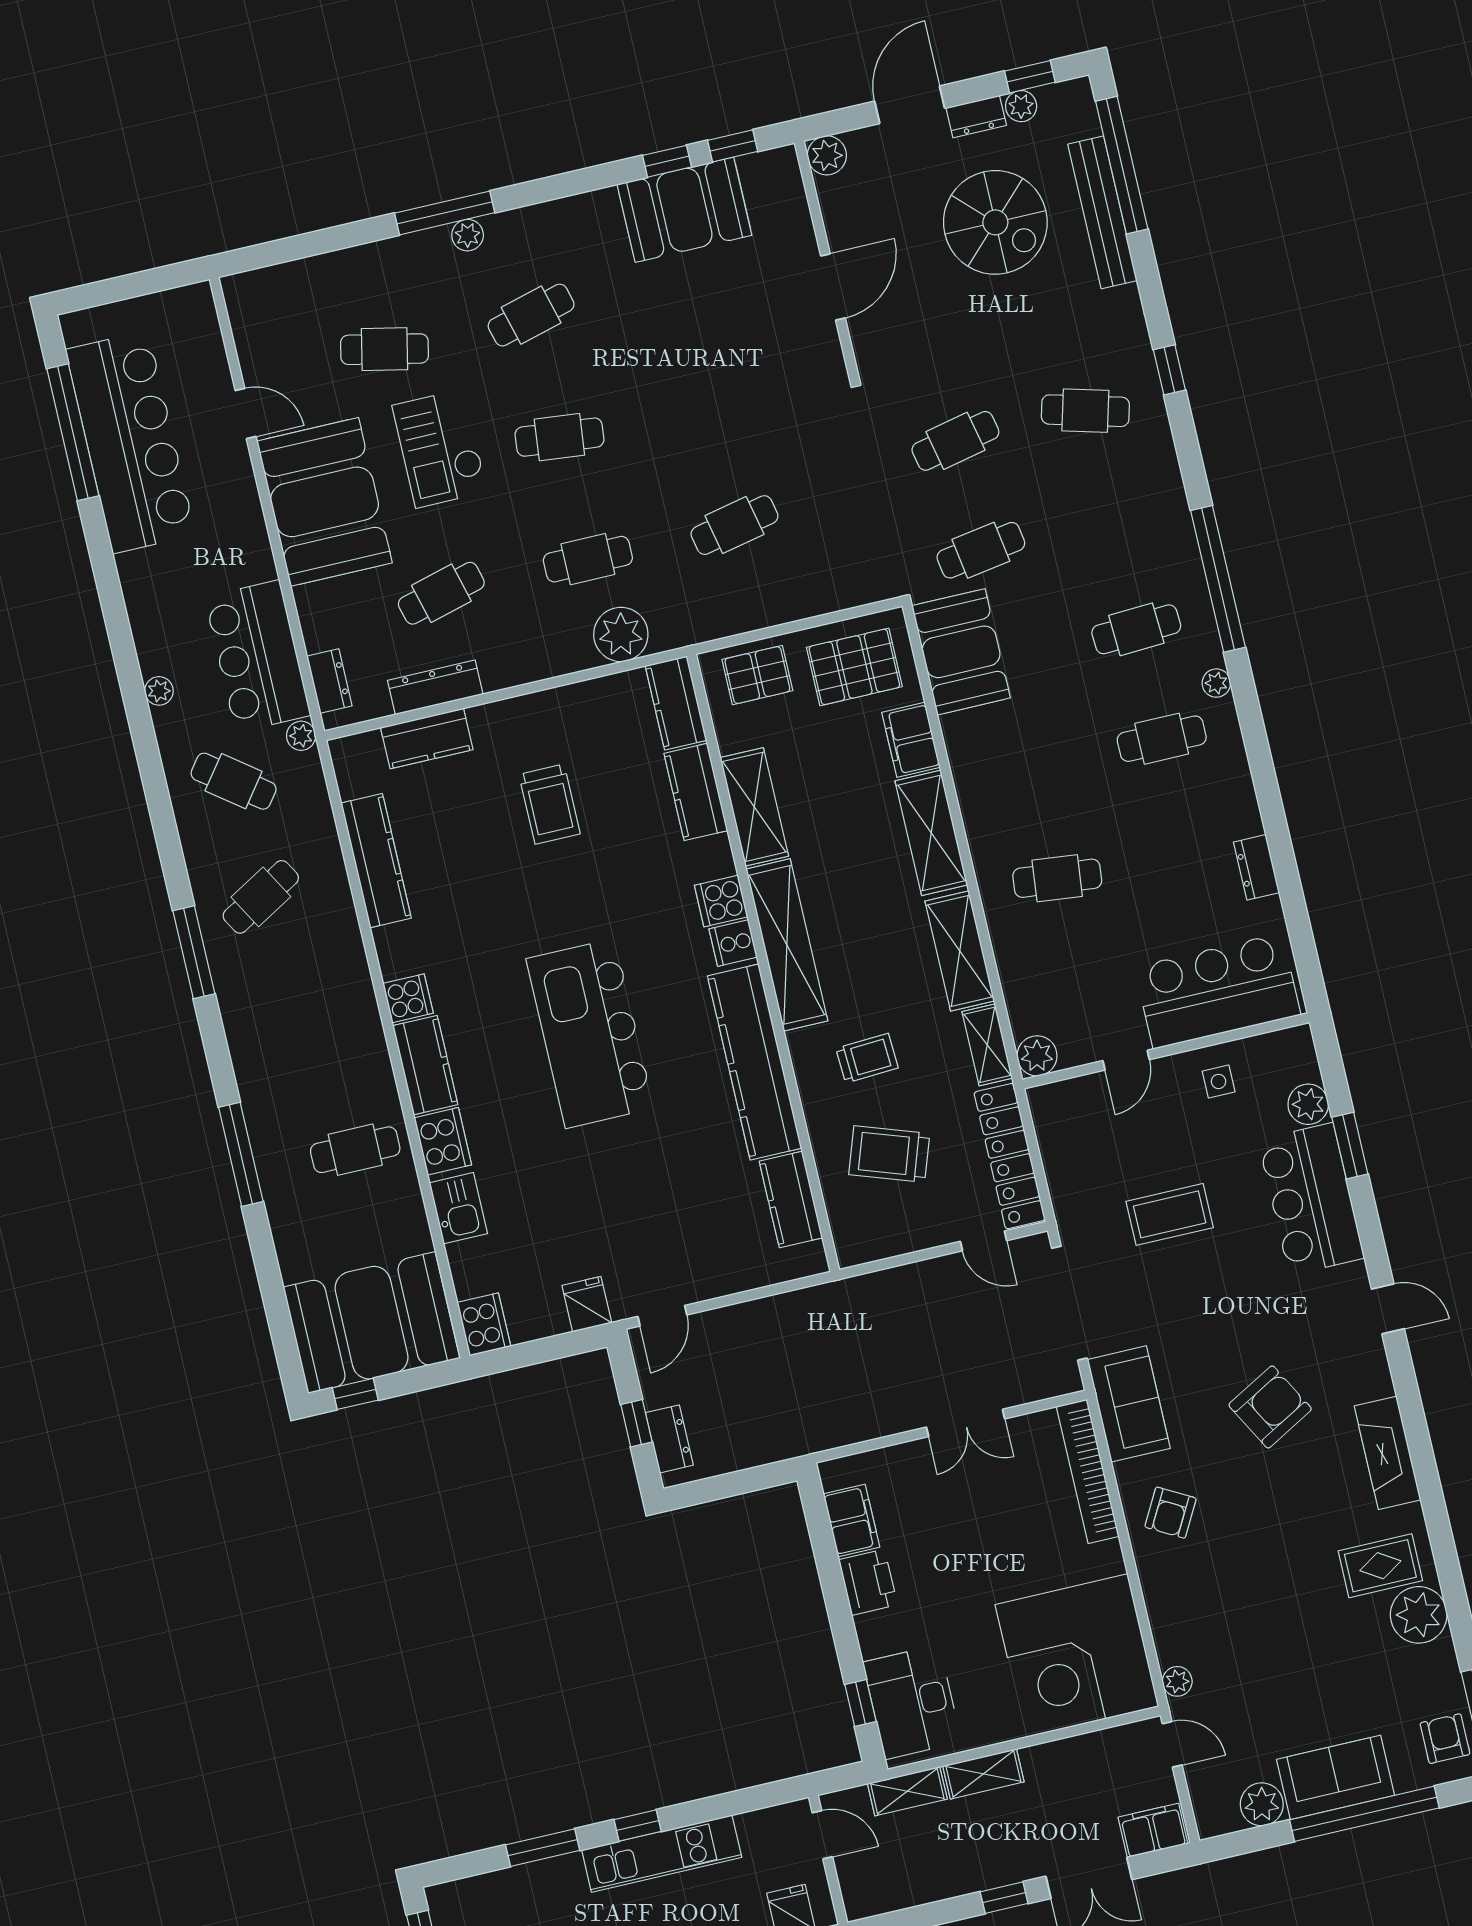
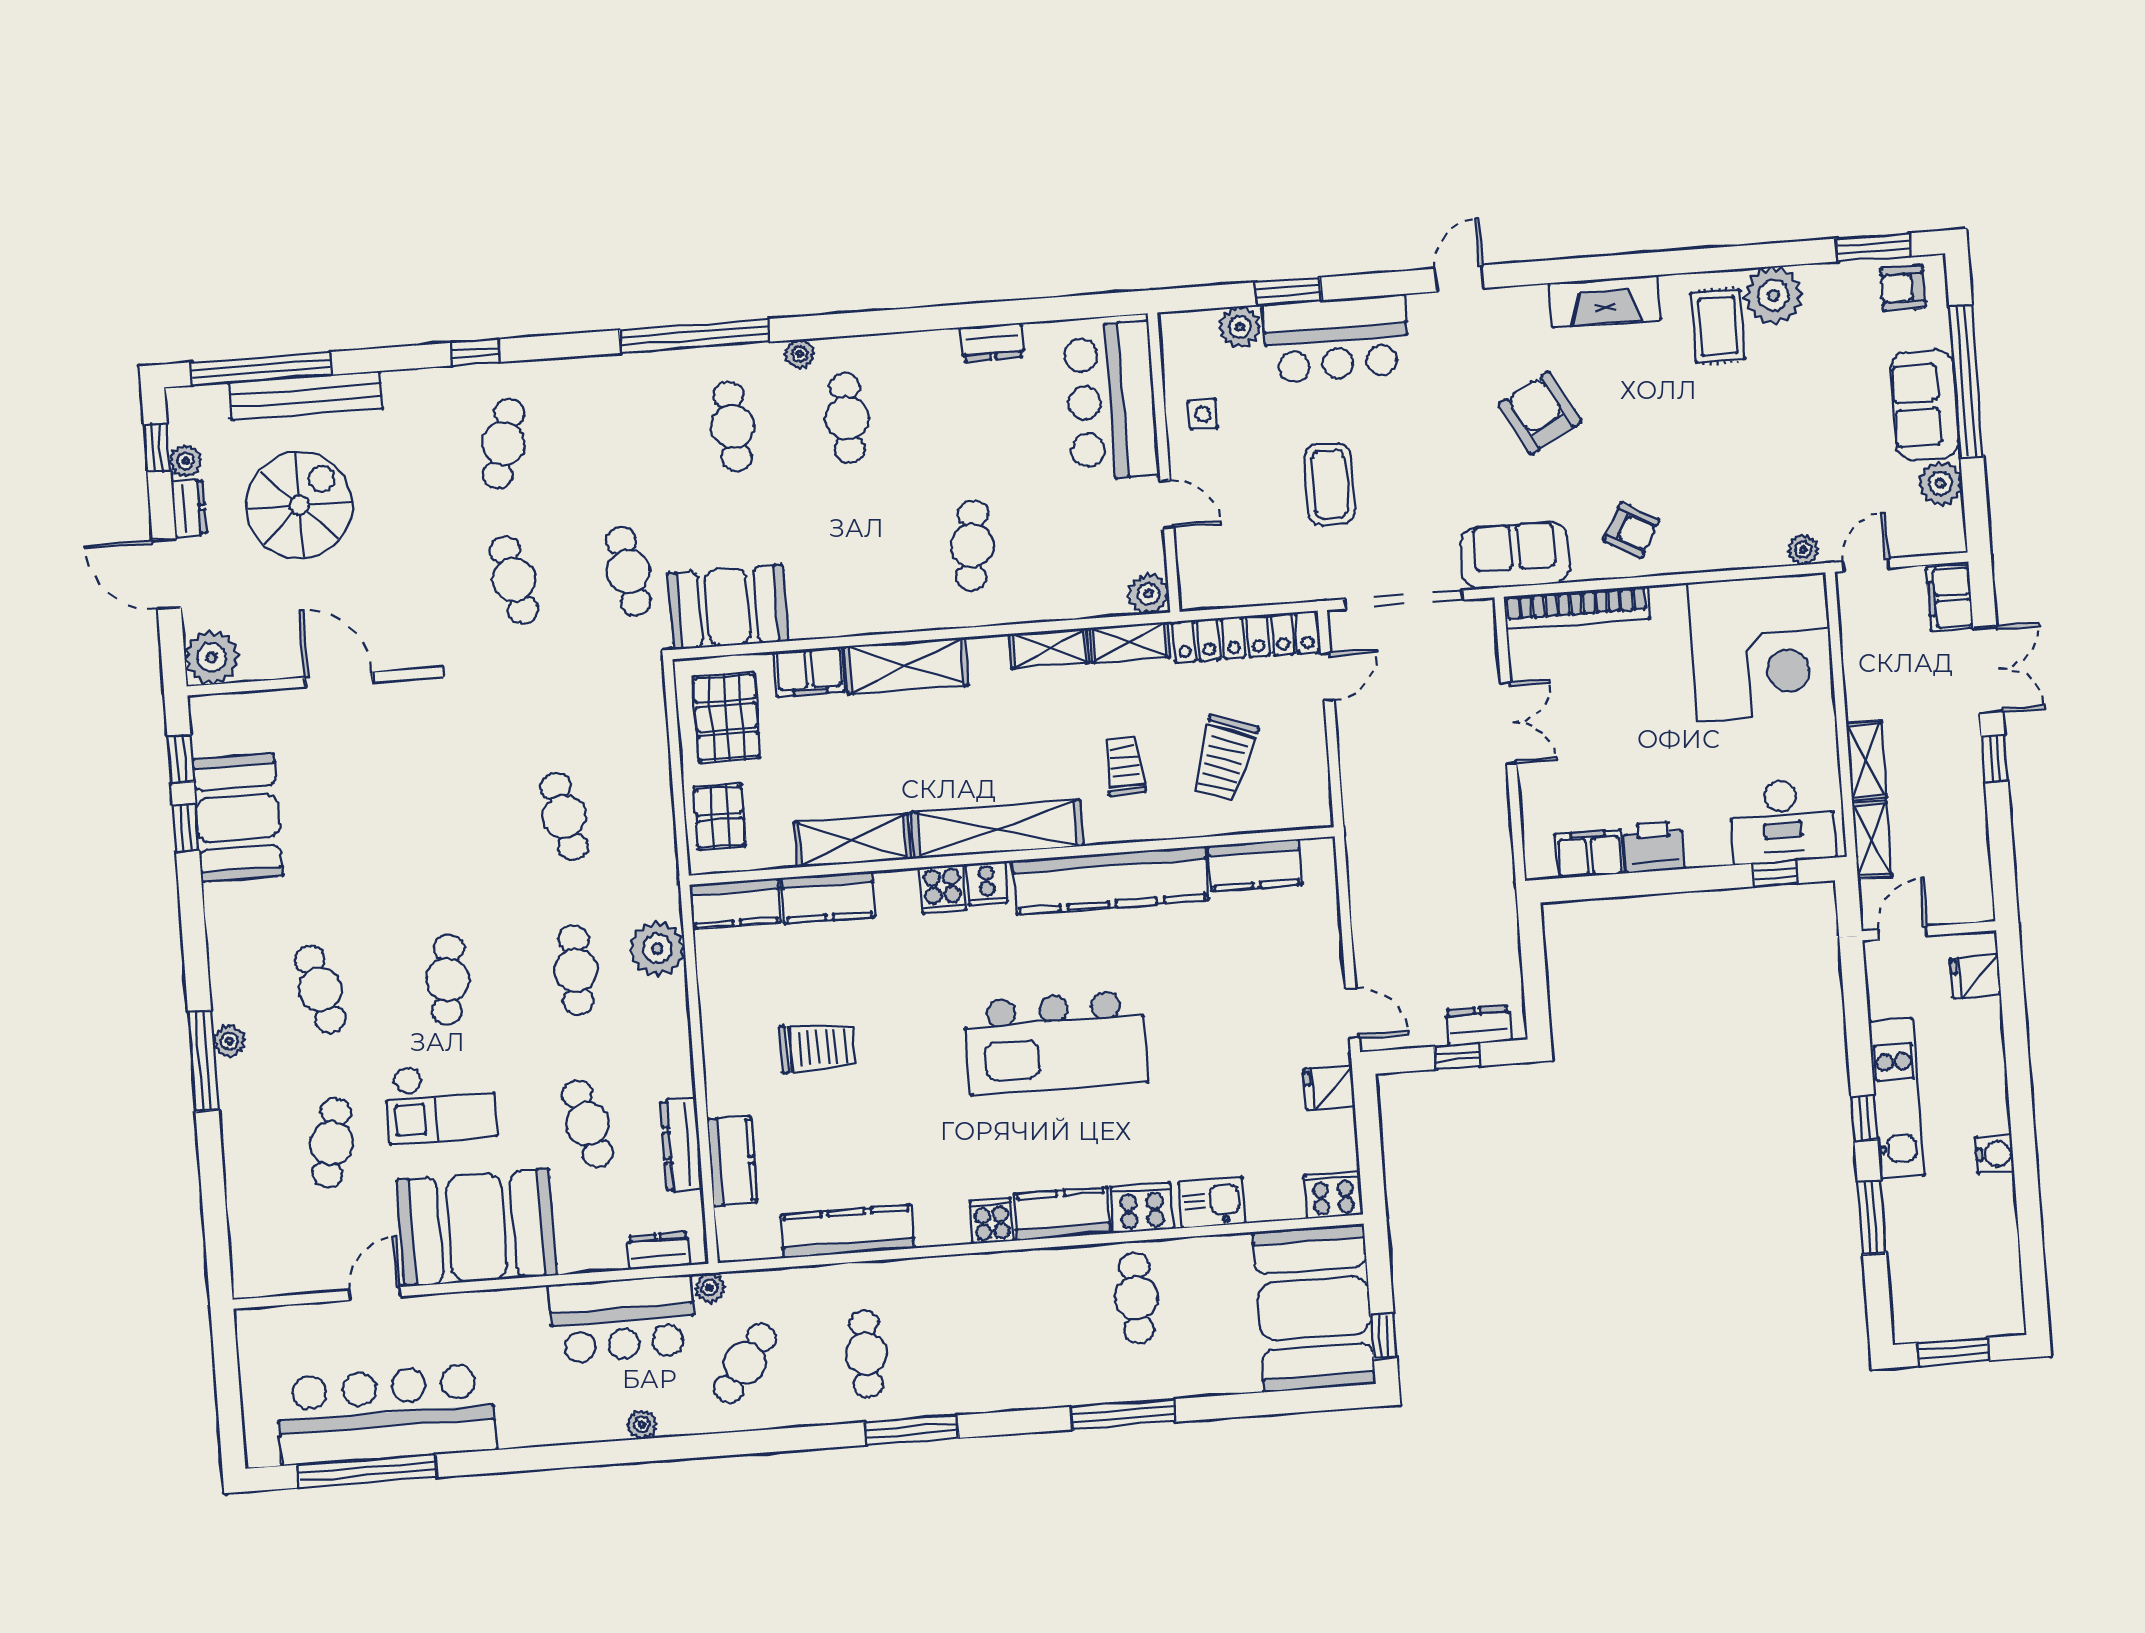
plant: (827, 155) -> (212, 657), width x1.36, depth x1.36
cafe table: (261, 897) -> (866, 1354), turned 30
shelving: (960, 951) -> (1049, 648), width x0.67, depth x0.75

